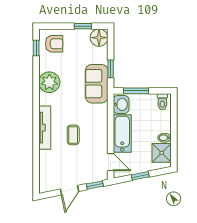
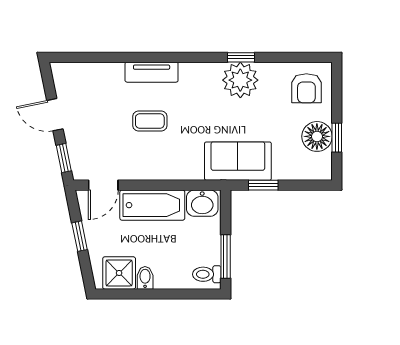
floor lamp: (99, 38) -> (317, 136), moved
window: (36, 48) -> (241, 57), moved
window: (136, 91) -> (226, 257), moved
tv unit: (45, 128) -> (152, 72), width x0.71

